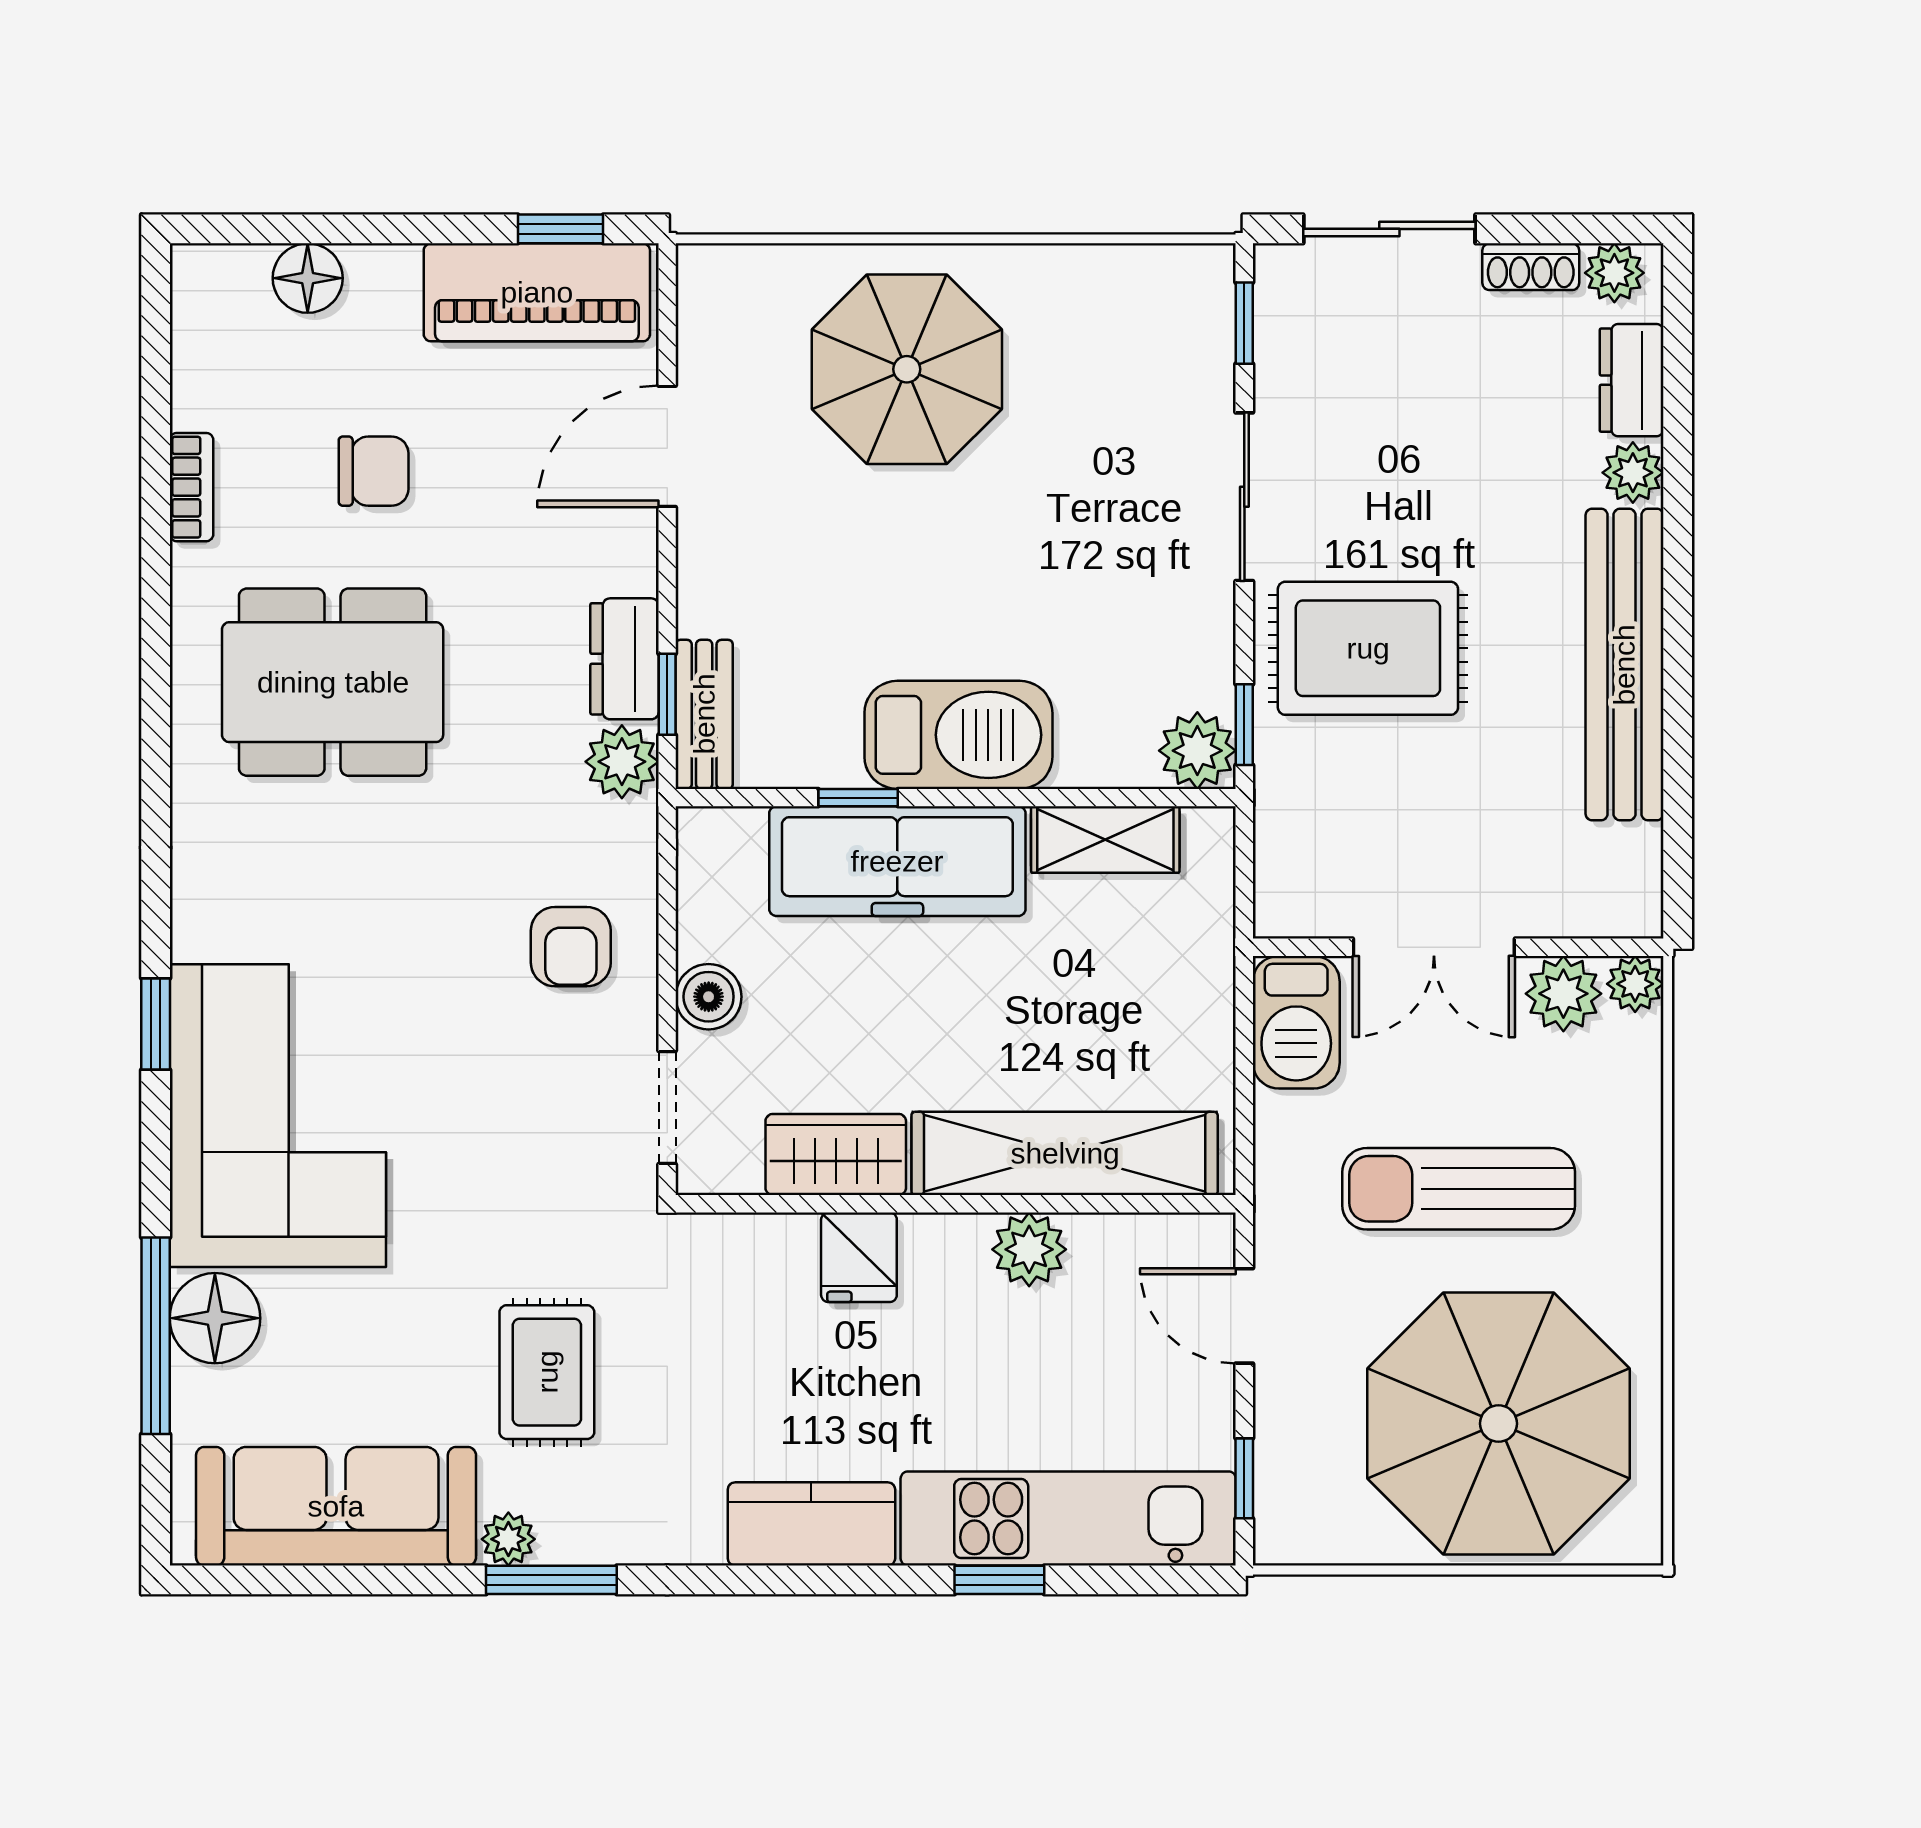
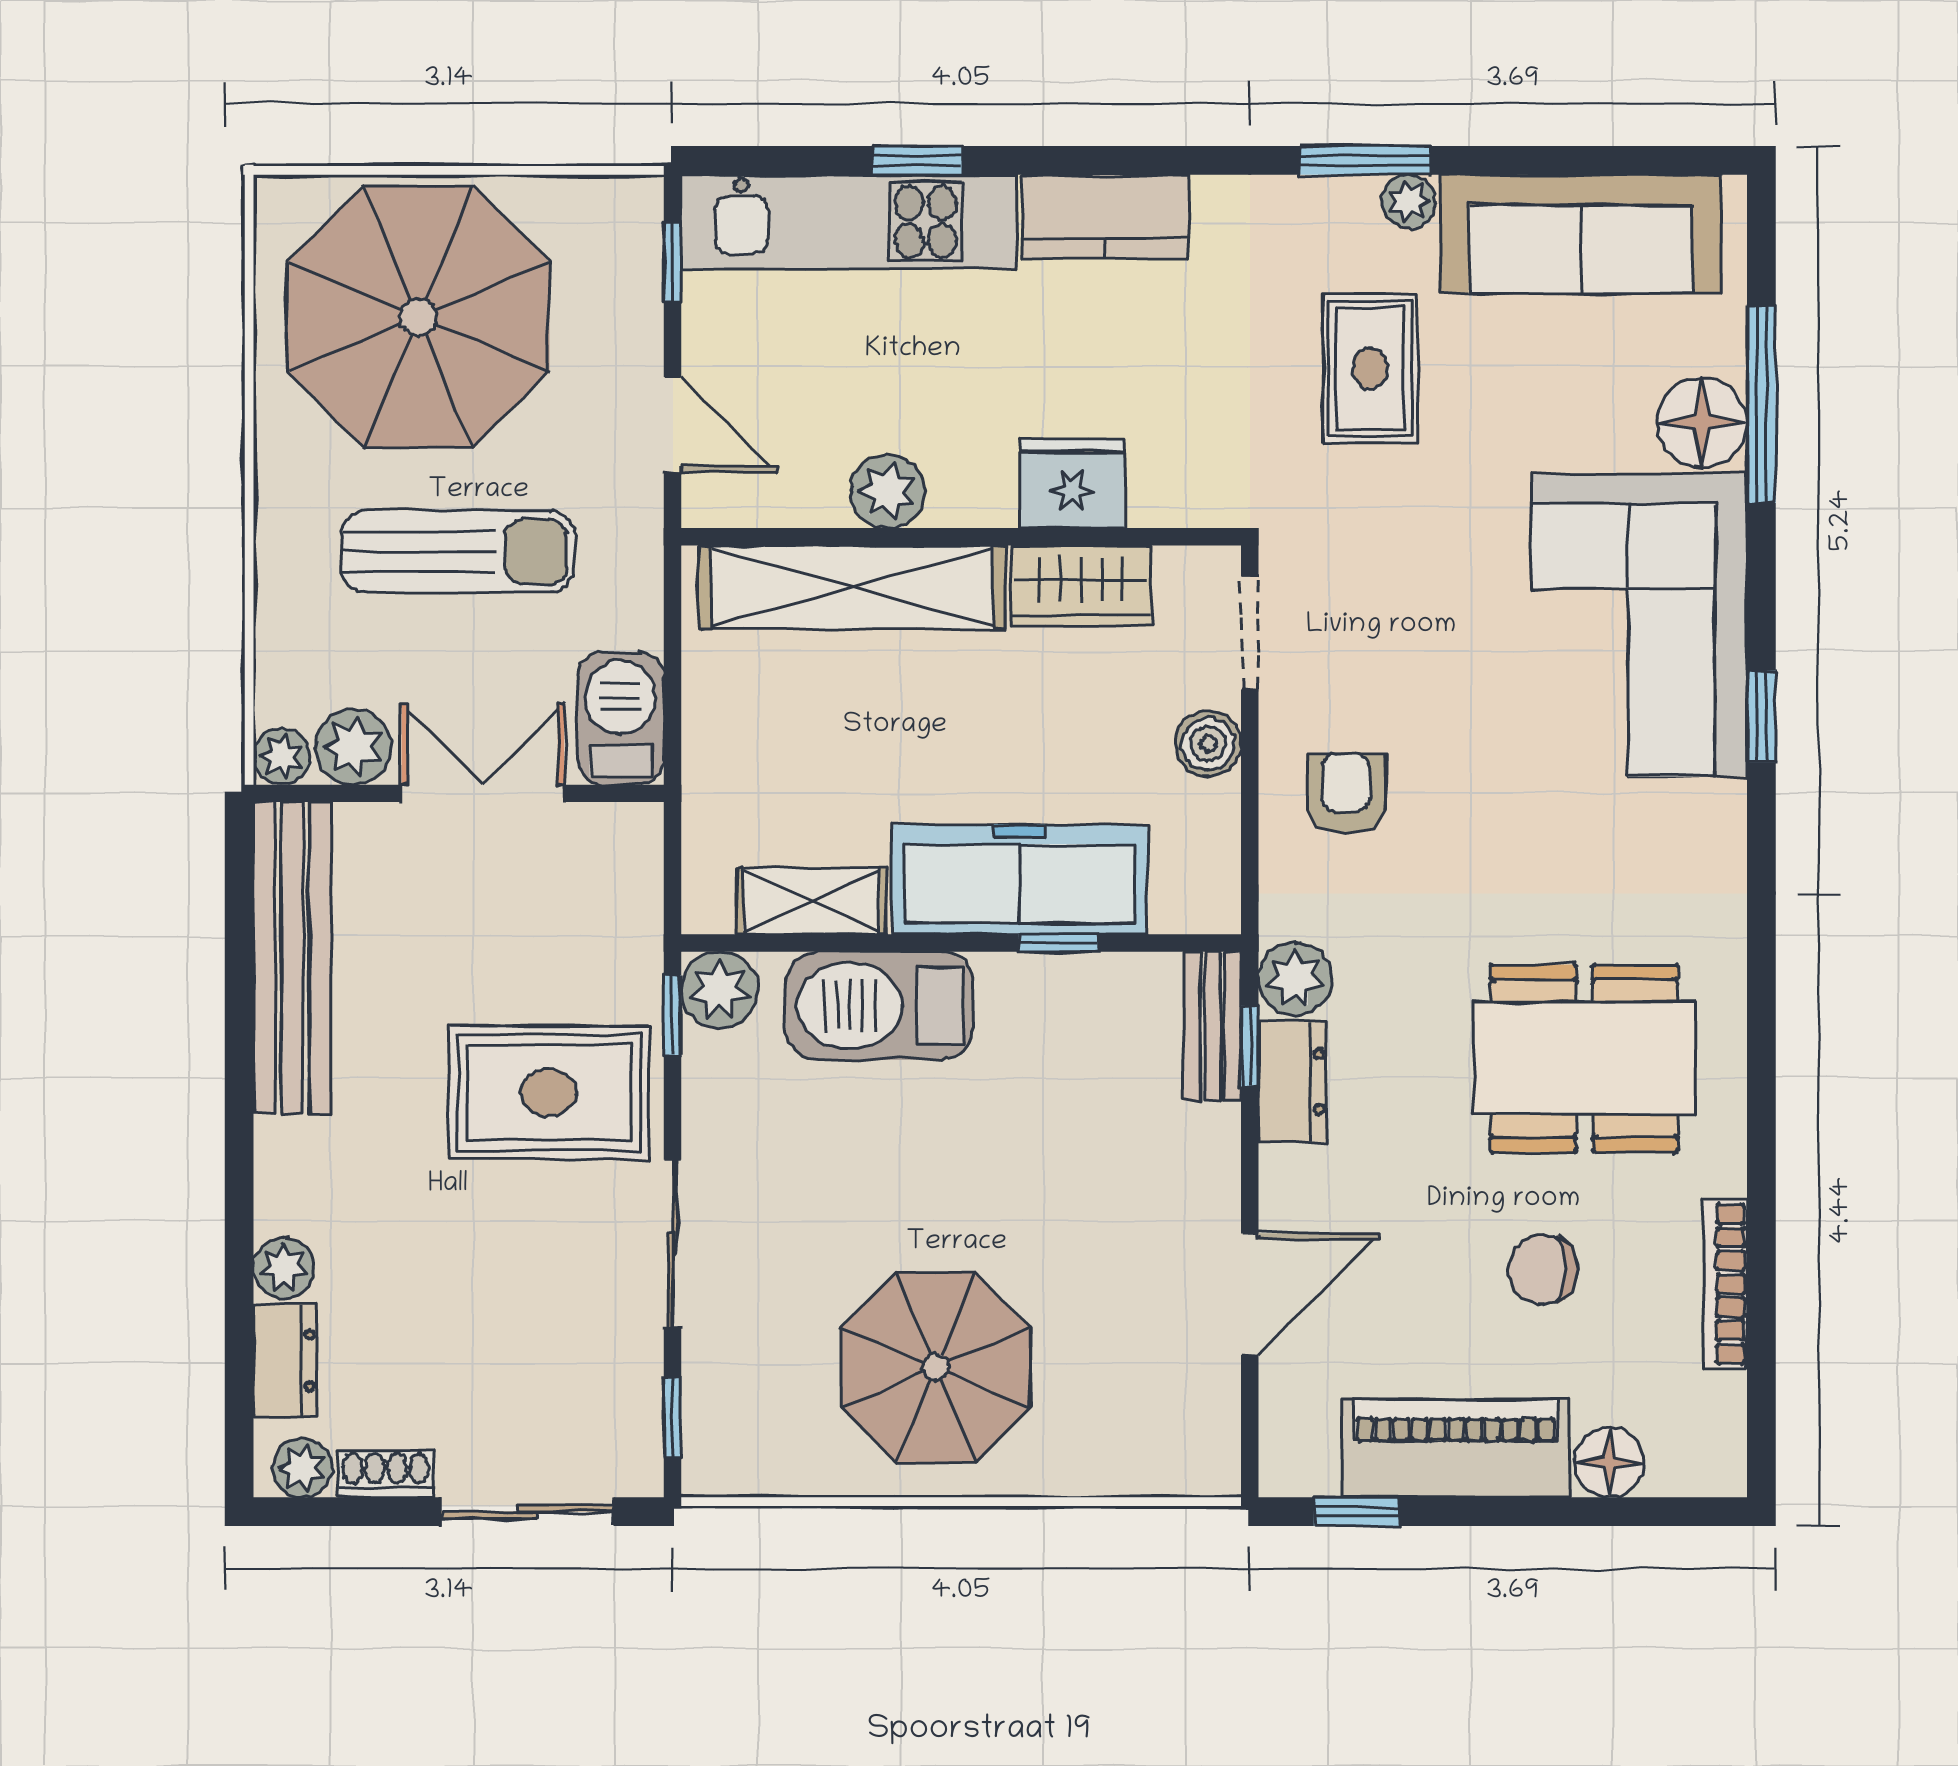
piano: (537, 292) -> (1456, 1448), moved
parasol: (907, 369) -> (936, 1367), moved
bookcase: (191, 487) -> (1725, 1284), width x1.56
bench: (1624, 665) -> (292, 958), moved
barbecue: (958, 735) -> (880, 1006), moved
fridge: (859, 1257) -> (1072, 483), width x1.38

